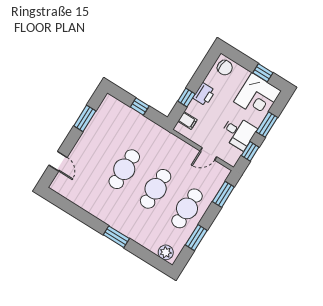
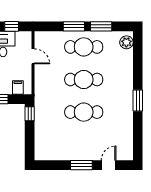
window: (140, 106) -> (30, 114), moved
window: (85, 118) -> (81, 165), moved
window: (223, 194) -> (74, 26), moved
window: (116, 237) -> (138, 101), moved

